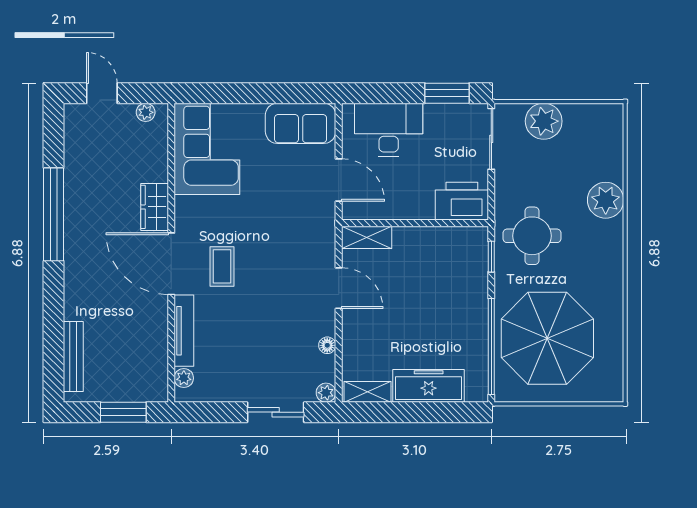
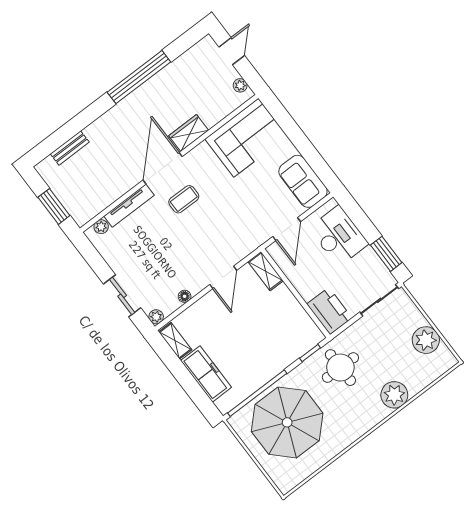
plant: (544, 121) -> (426, 340), moved
bench: (73, 357) -> (70, 148), width x0.73

